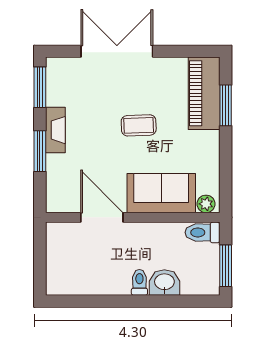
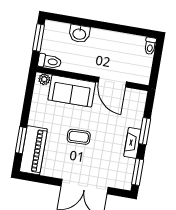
toilet: (139, 282) -> (150, 46), moved

